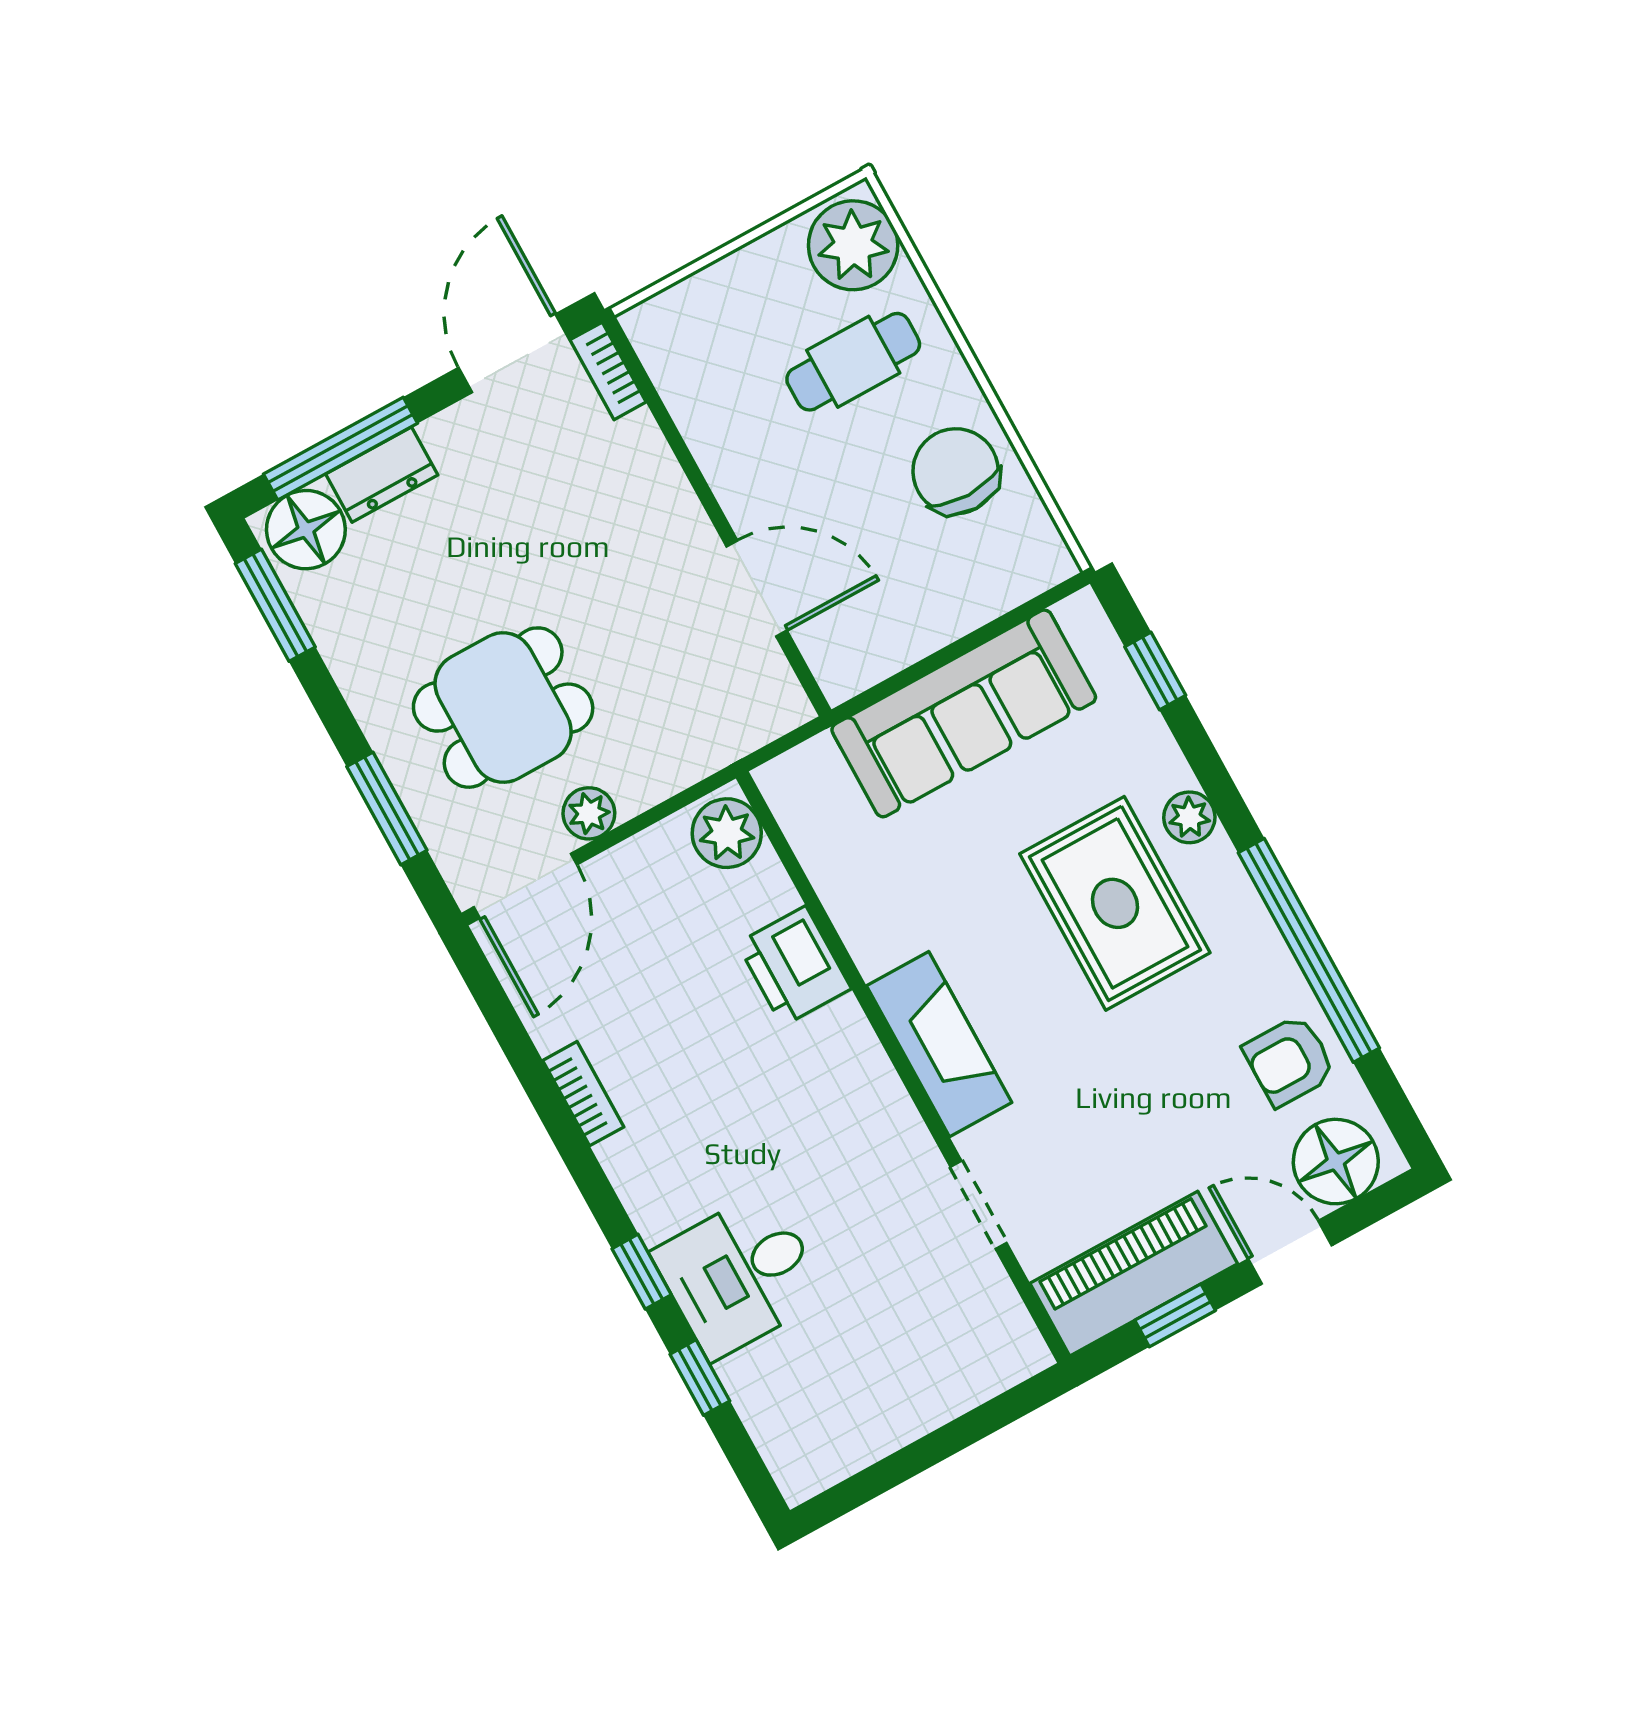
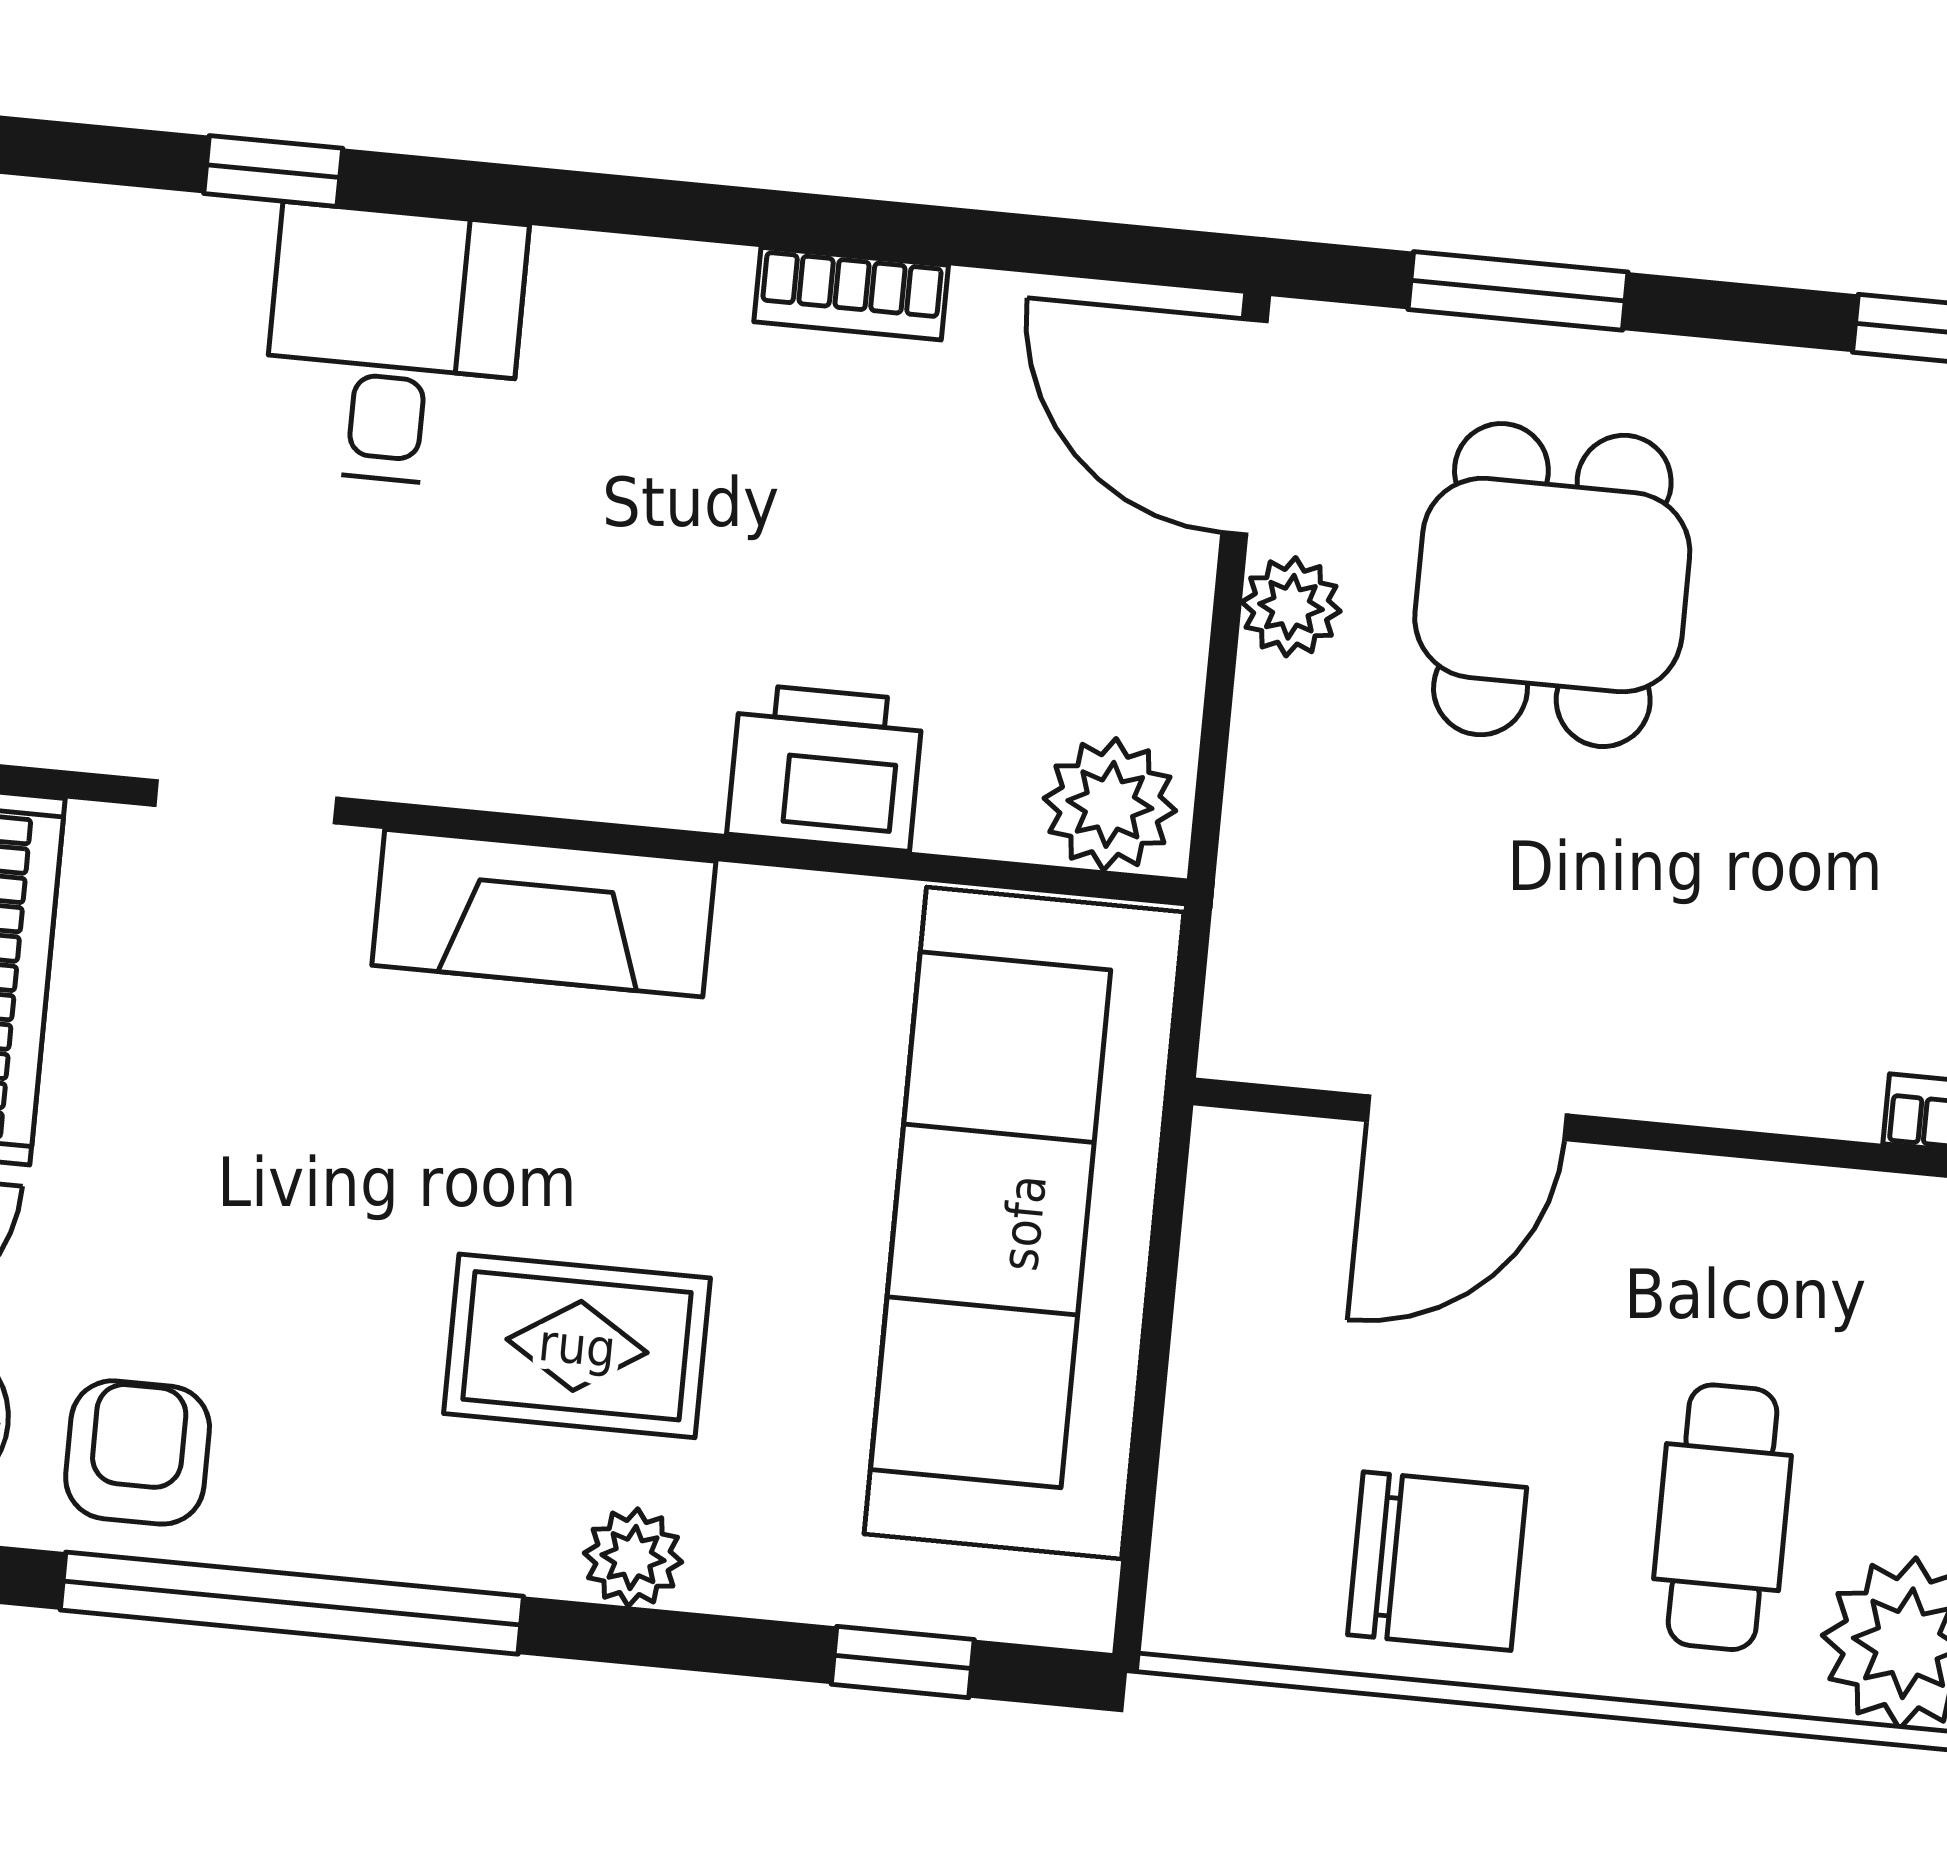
sofa: (964, 713) -> (1024, 1223), width x1.36, depth x1.27
rug: (1115, 903) -> (577, 1346), width x0.73, depth x0.70
window: (642, 1272) -> (505, 193), removed

